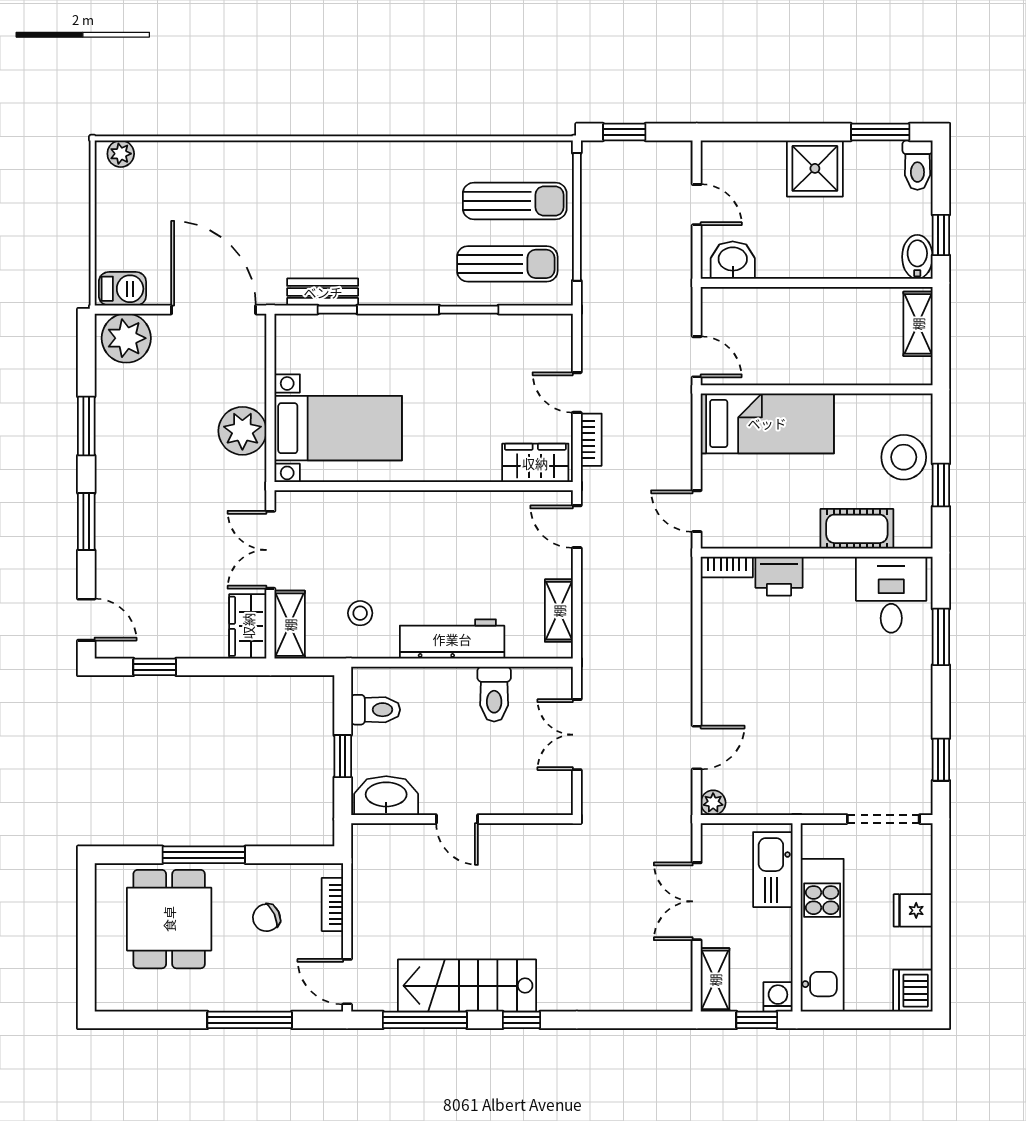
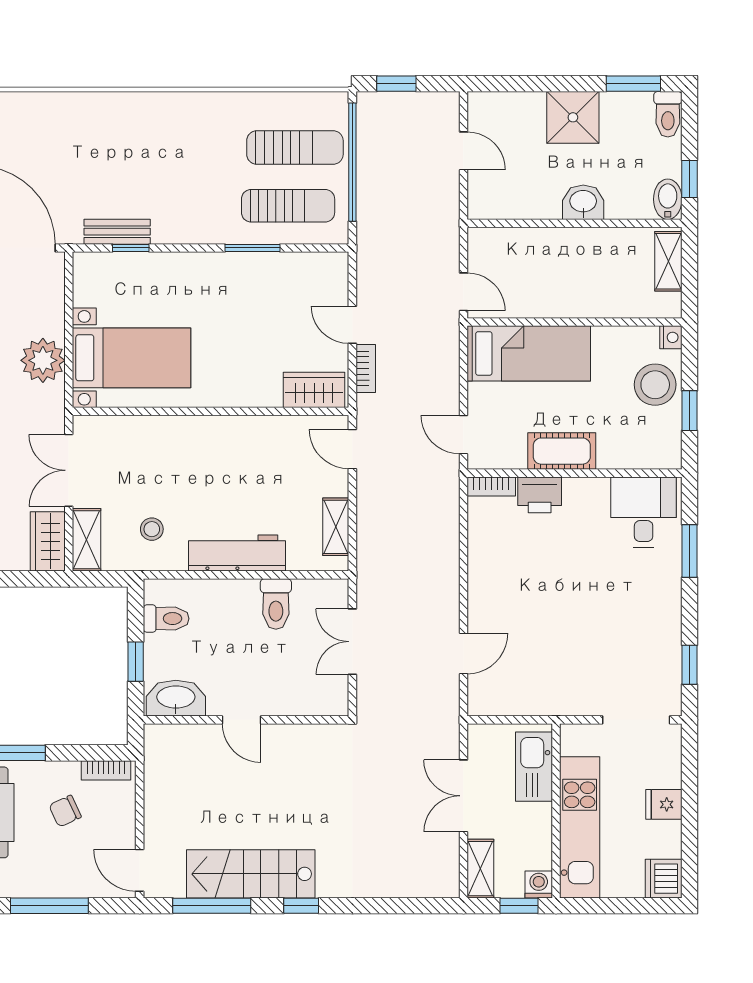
washbasin: (733, 260) -> (583, 202), moved
nightstand: (921, 406) -> (671, 337), added
cot: (857, 529) -> (562, 451), moved
plant: (713, 803) -> (479, 705), removed
bookcase: (332, 904) -> (106, 770), moved, turned -90

